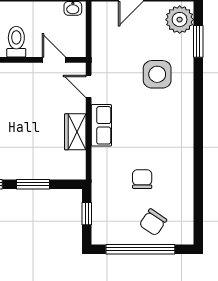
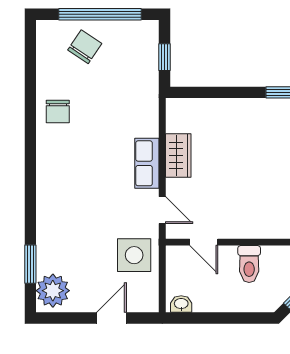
side table: (157, 74) -> (134, 255), moved
chair: (142, 179) -> (58, 112), moved
window: (33, 184) -> (229, 92), removed

